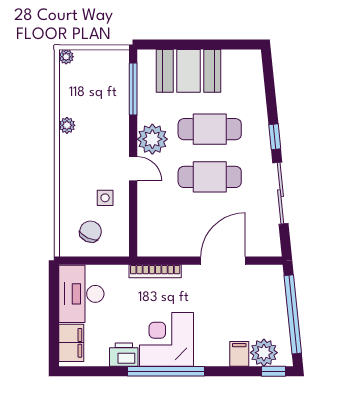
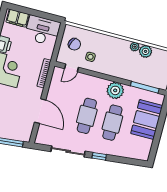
plant: (70, 104) -> (146, 51), added
door: (133, 169) -> (72, 68), moved

